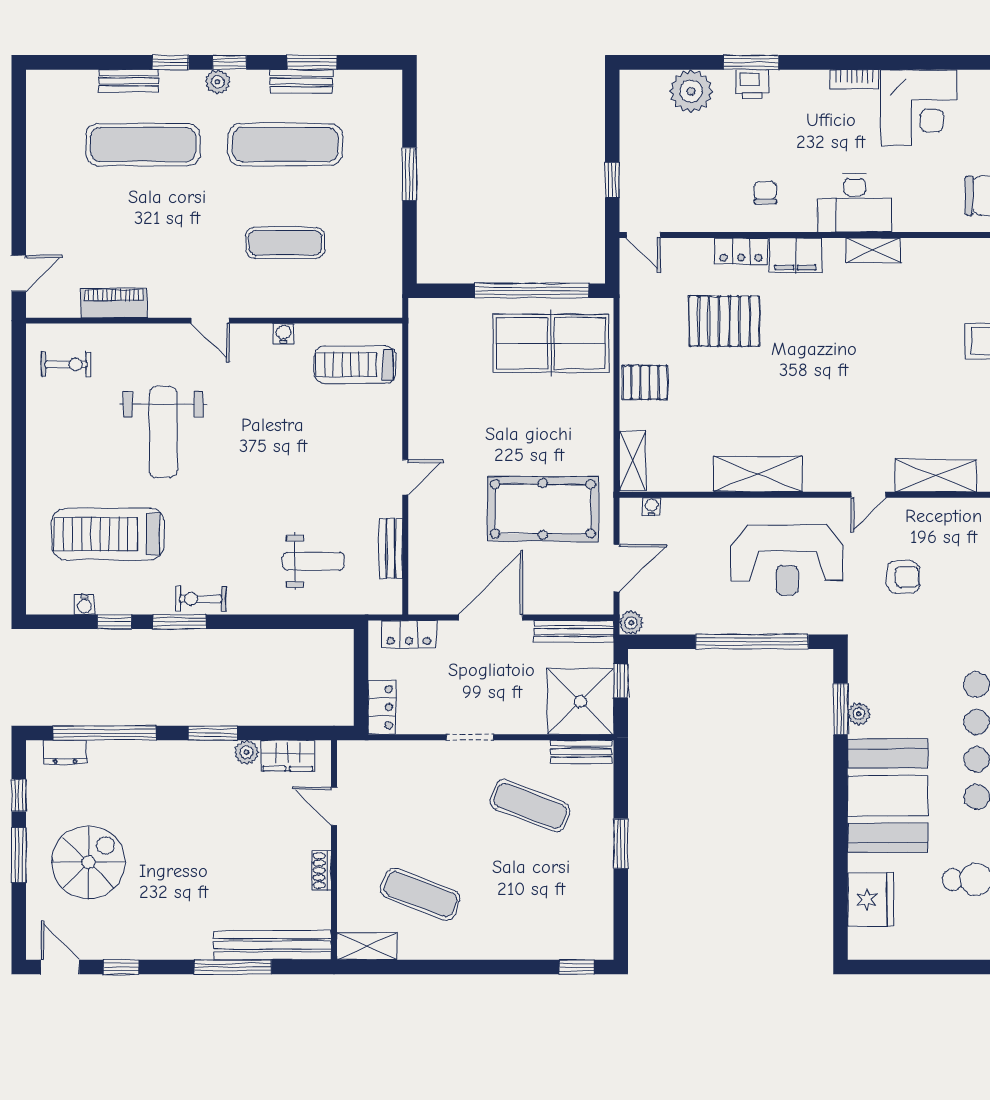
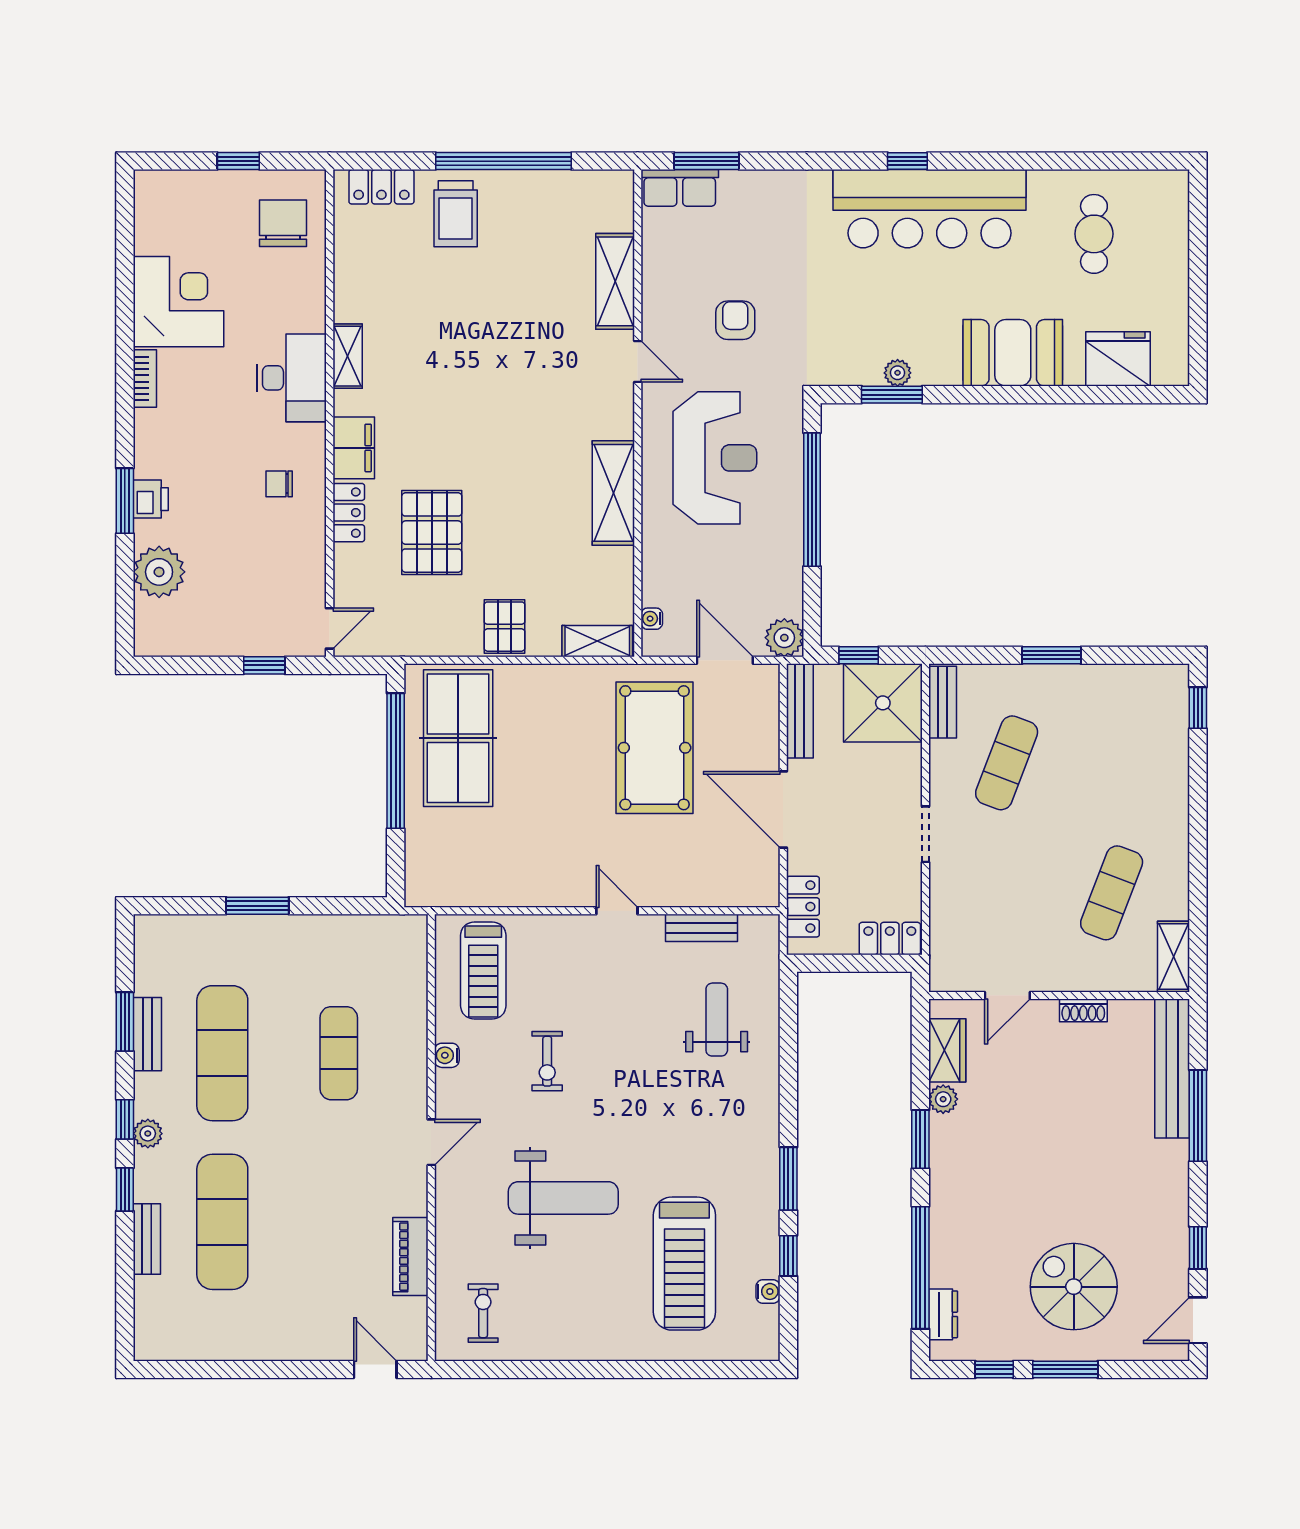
exercise bike: (201, 599) -> (547, 1061), moved
plant: (631, 623) -> (784, 638), width x1.38, depth x1.38
booth: (888, 796) -> (1013, 353), width x0.73, depth x0.70

